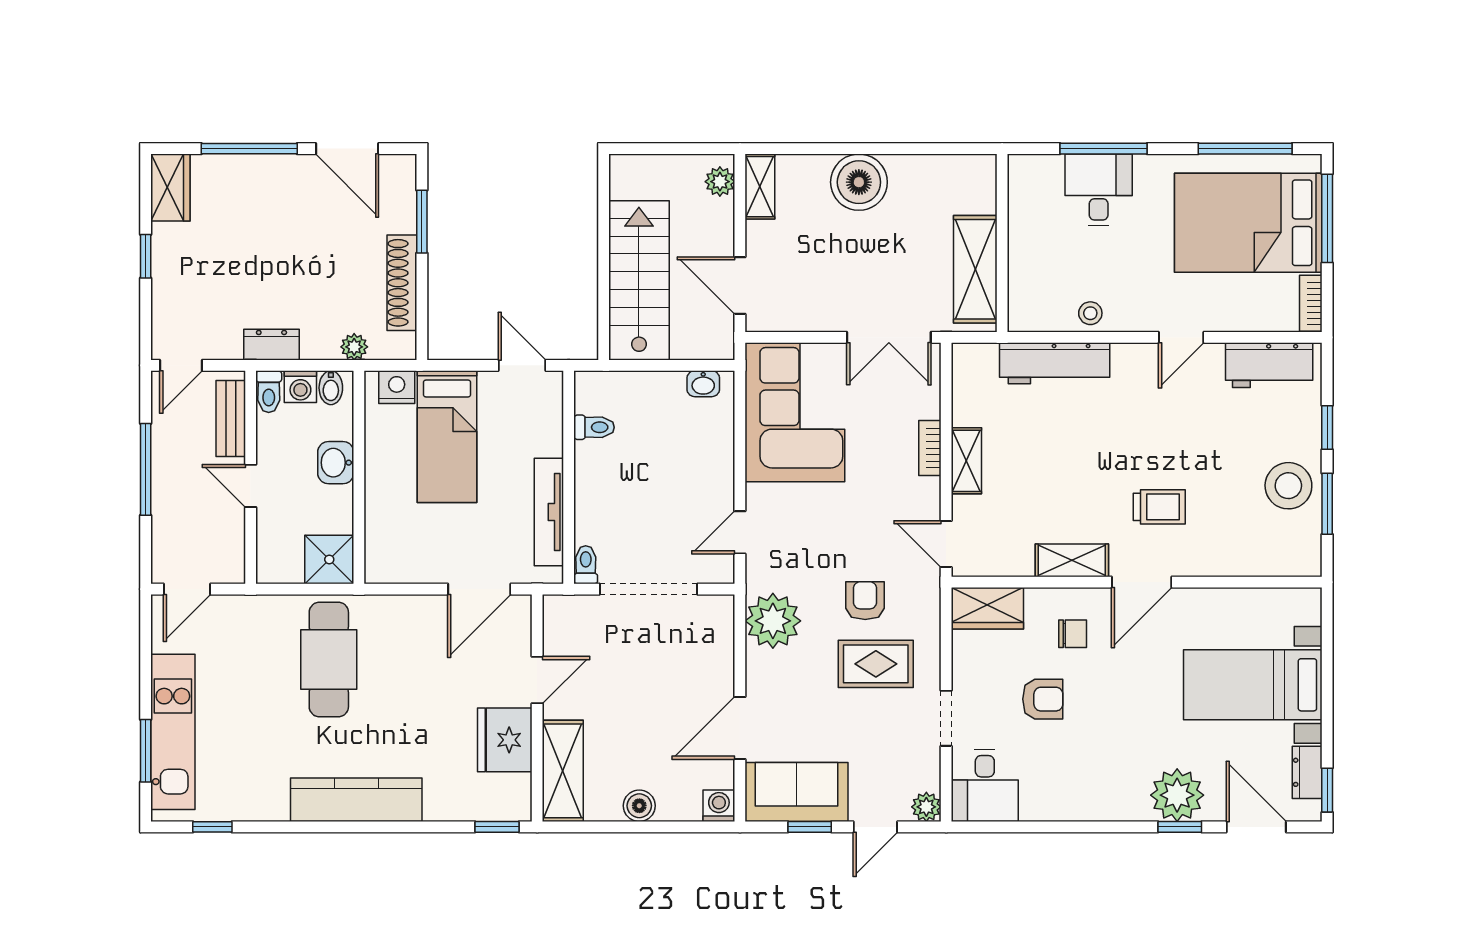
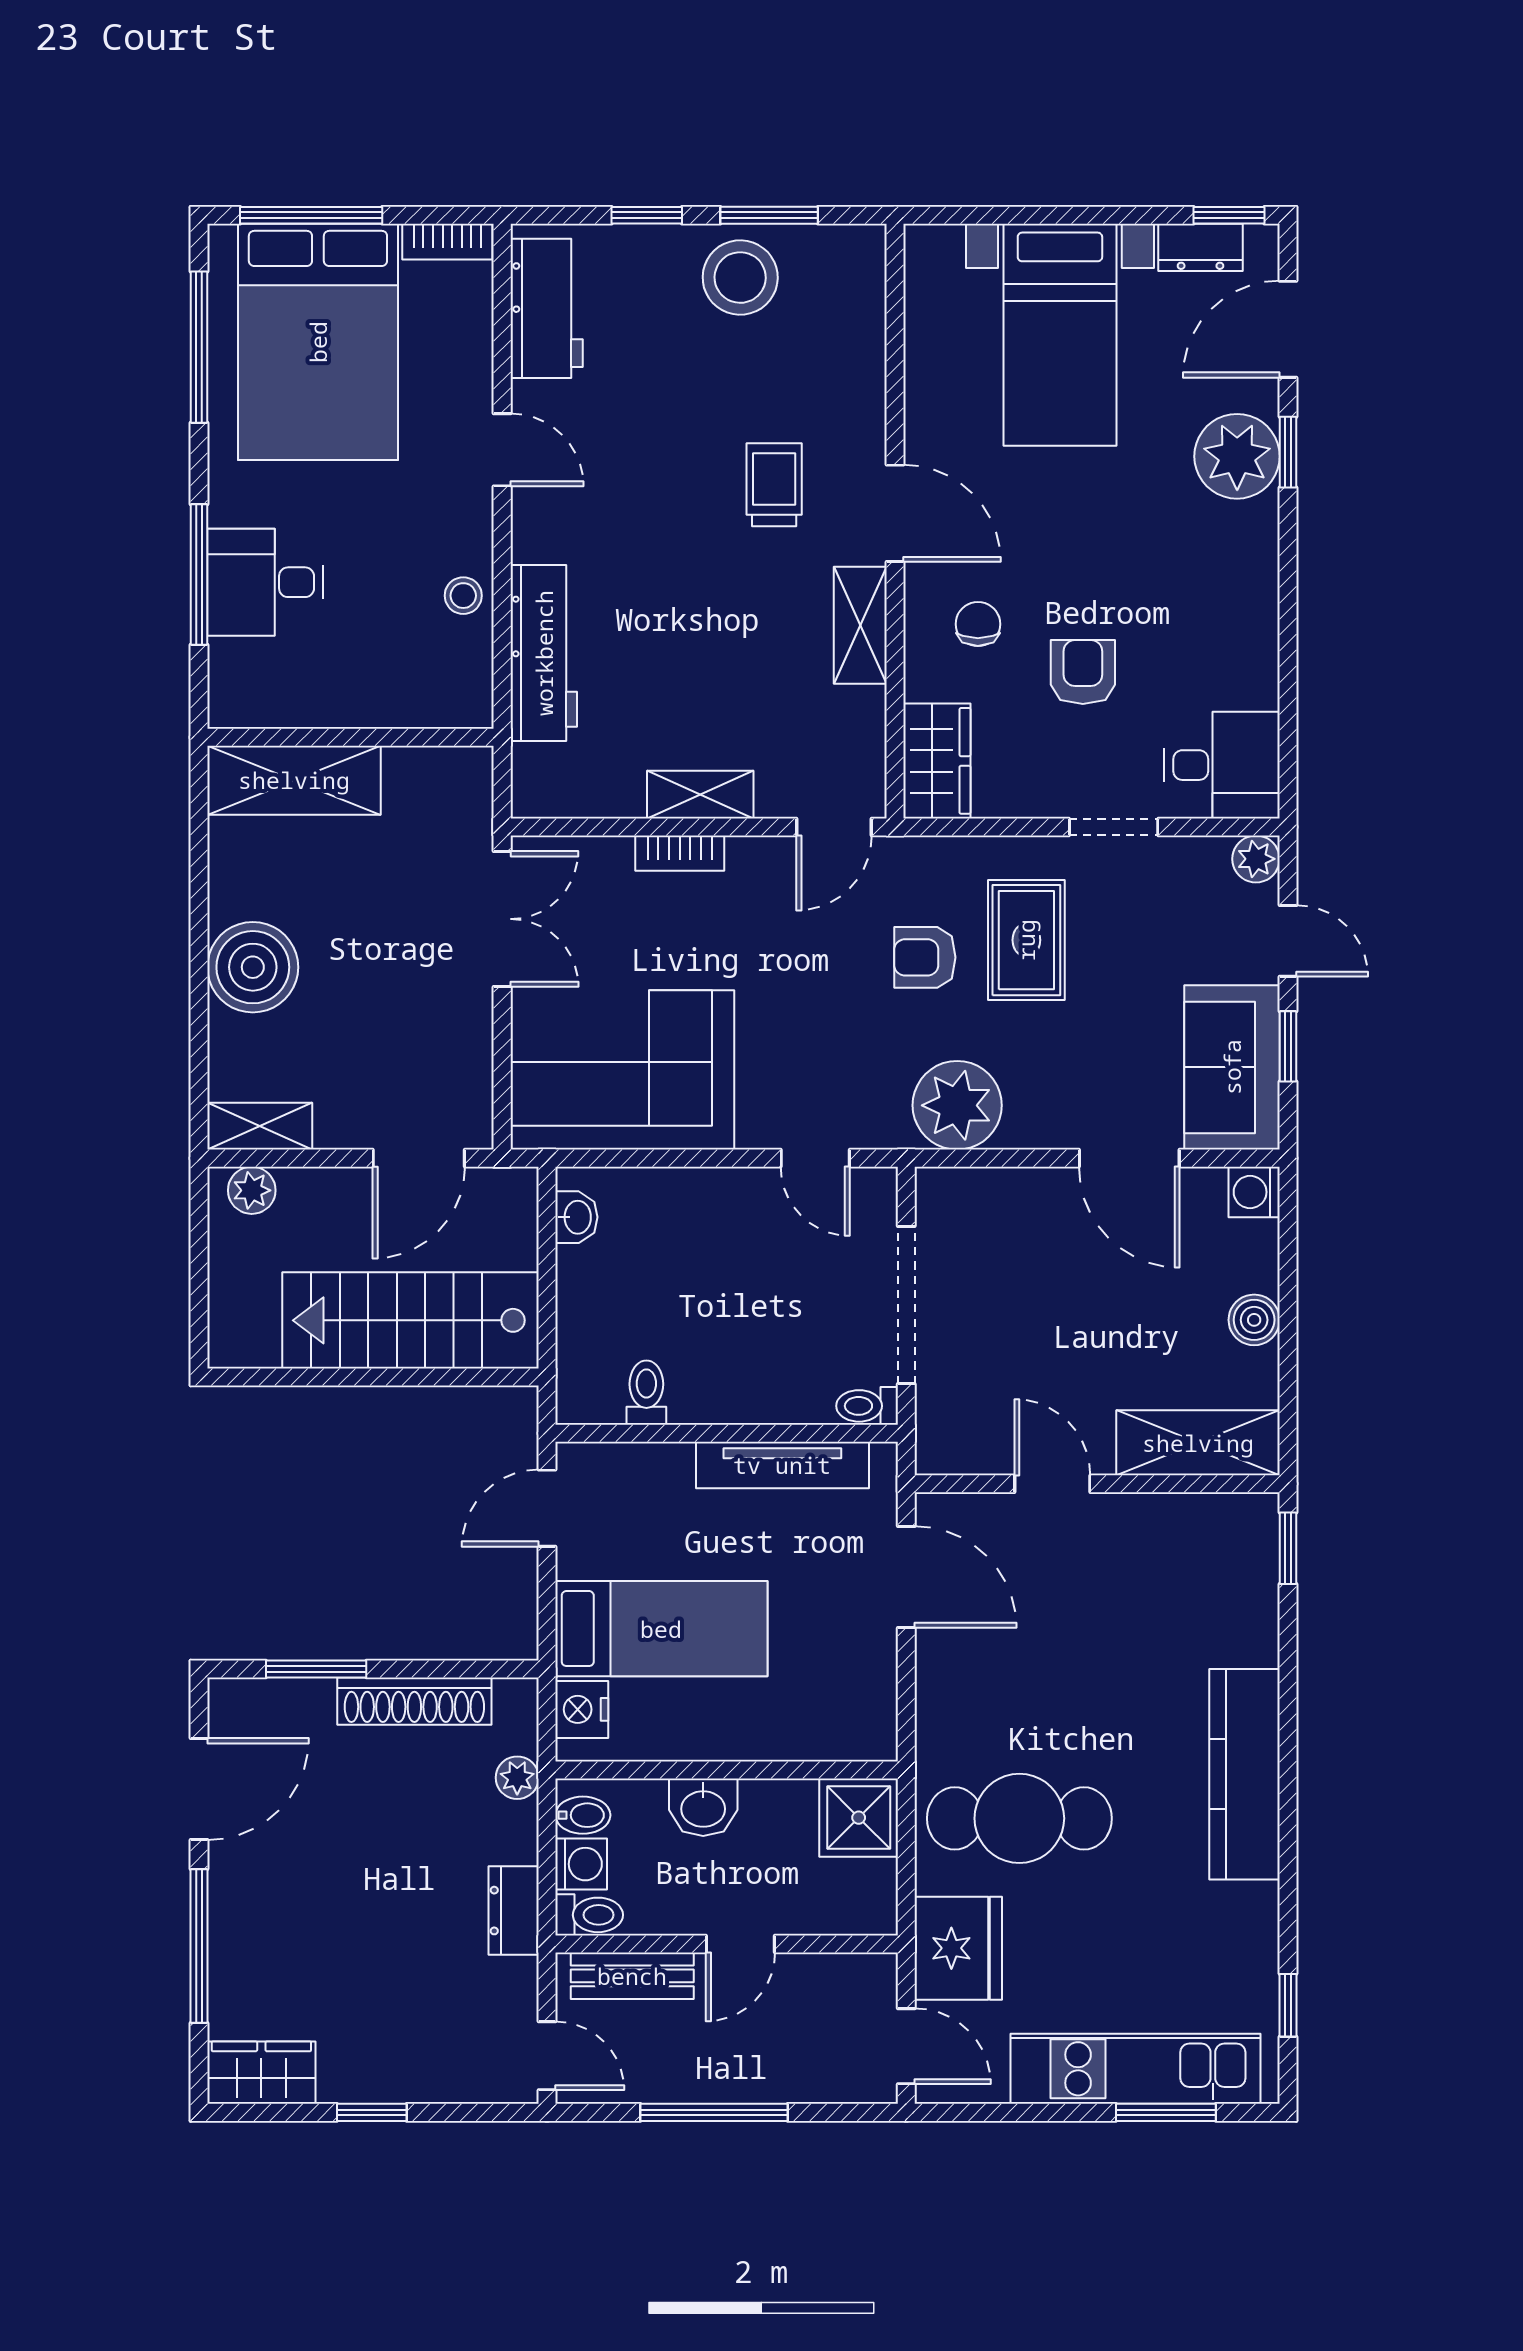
shelving: (975, 269) -> (294, 780), moved
fridge: (505, 740) -> (958, 1948), moved, turned -90

